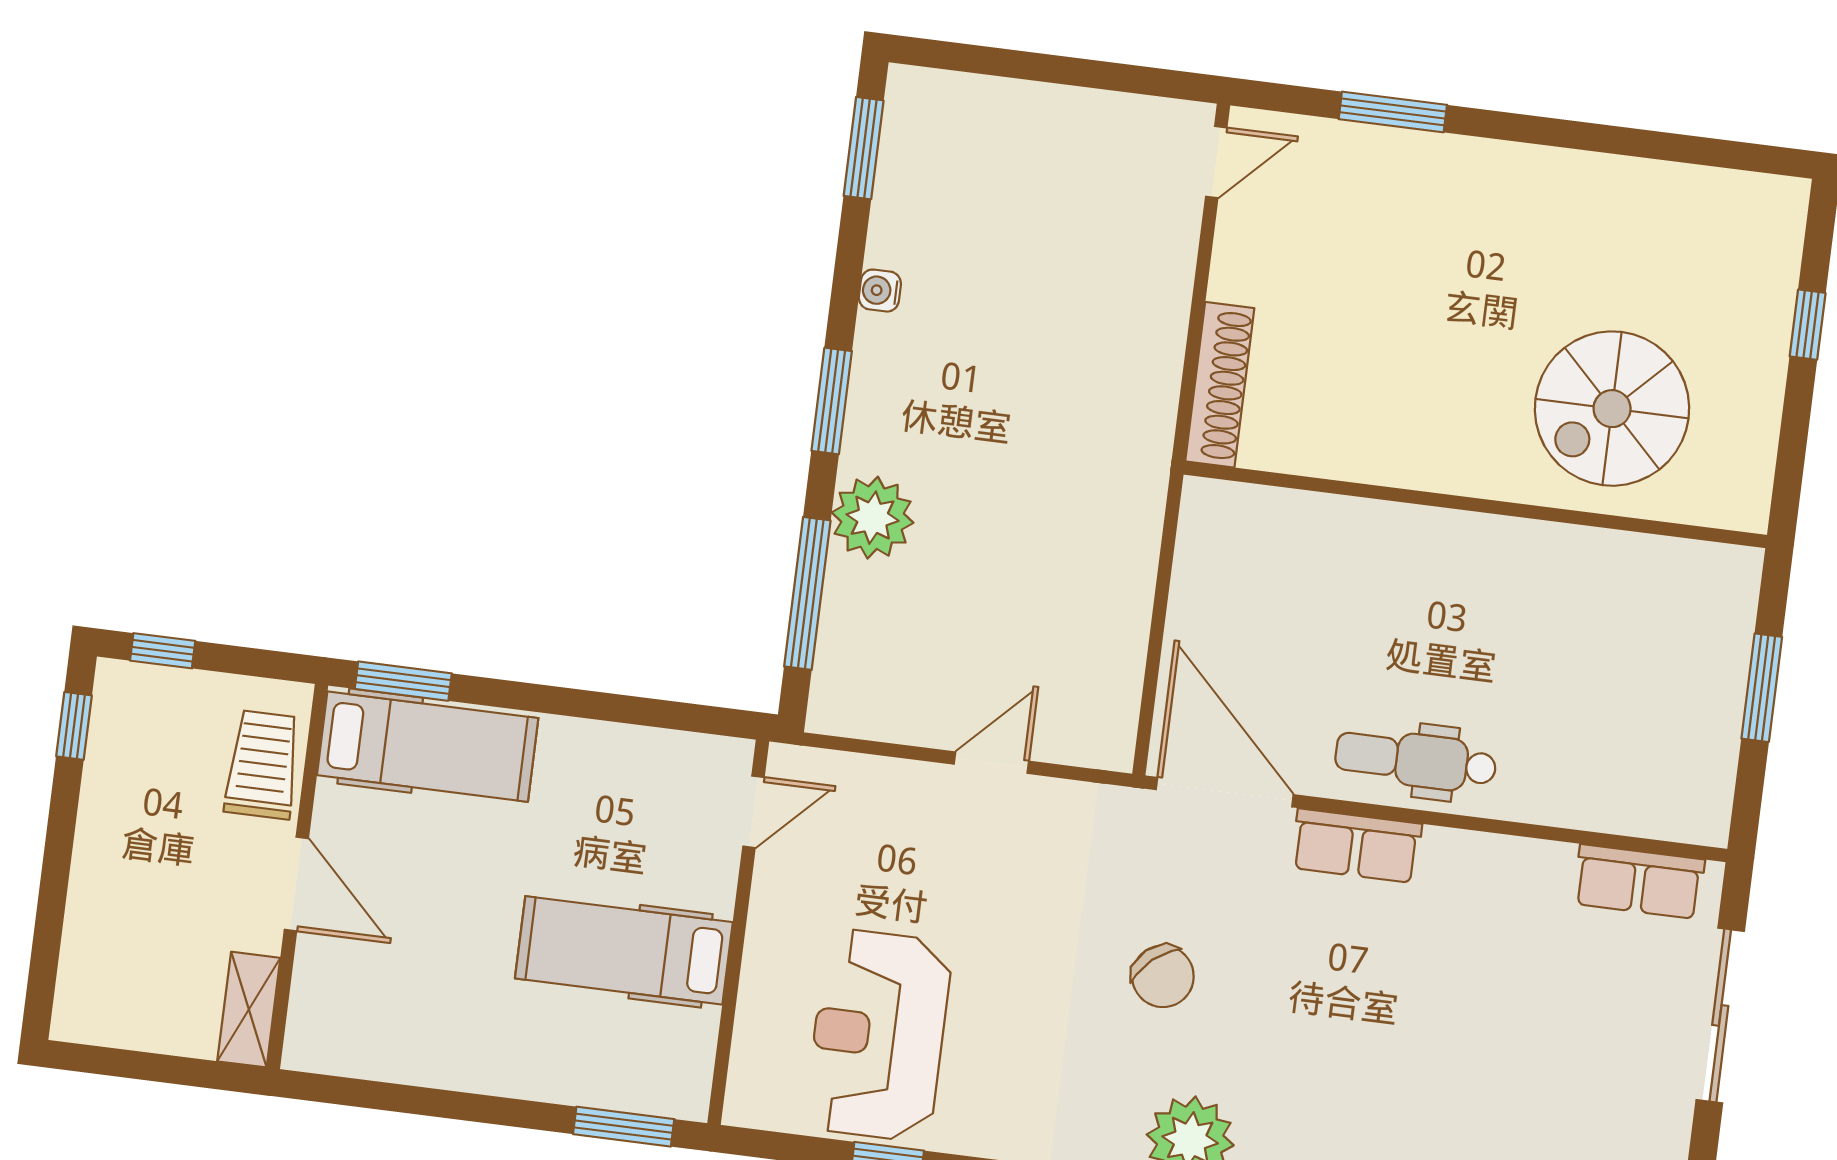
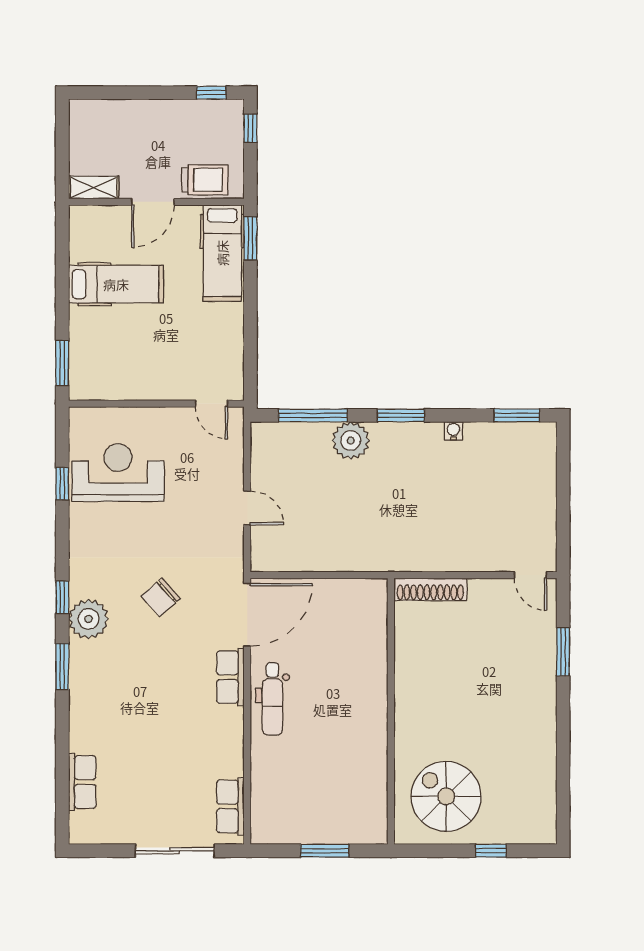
spiral stairs: (1612, 409) -> (446, 796), moved
dental chair: (1416, 760) -> (272, 699), turned 180
hospital bed: (624, 950) -> (116, 284), moved, turned 90

